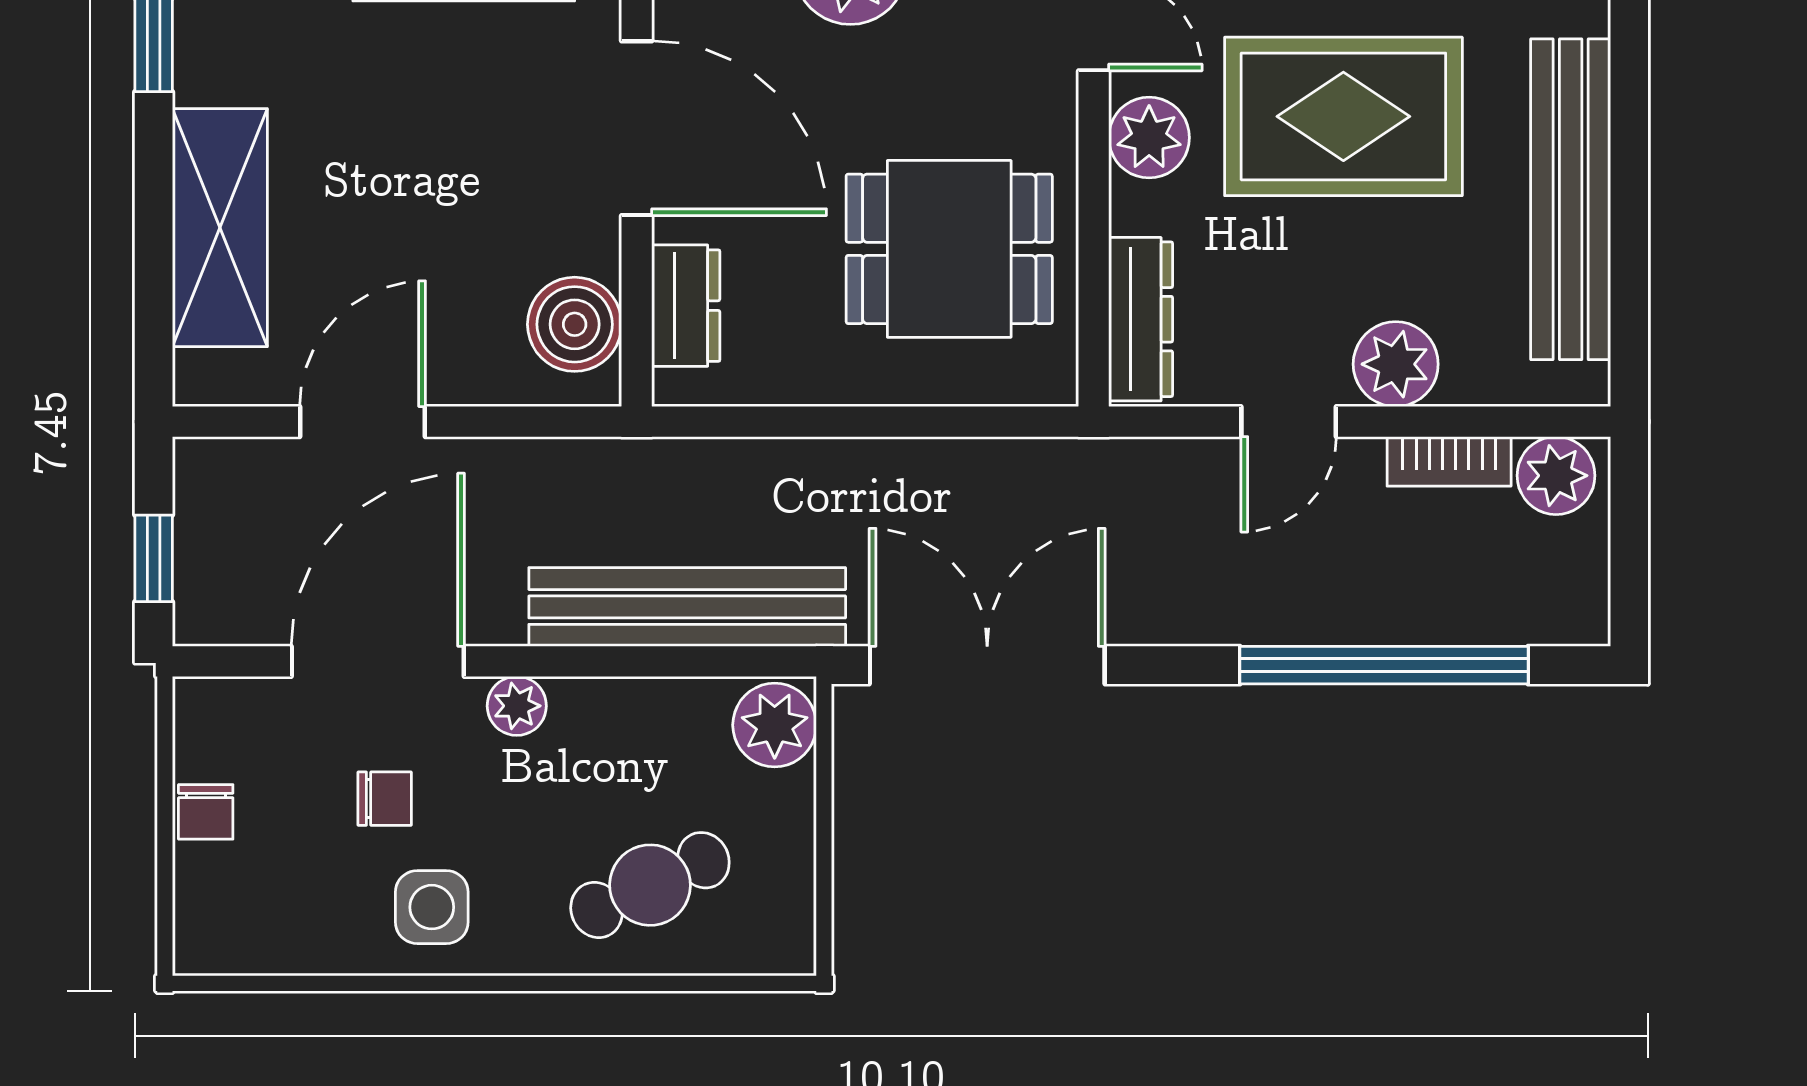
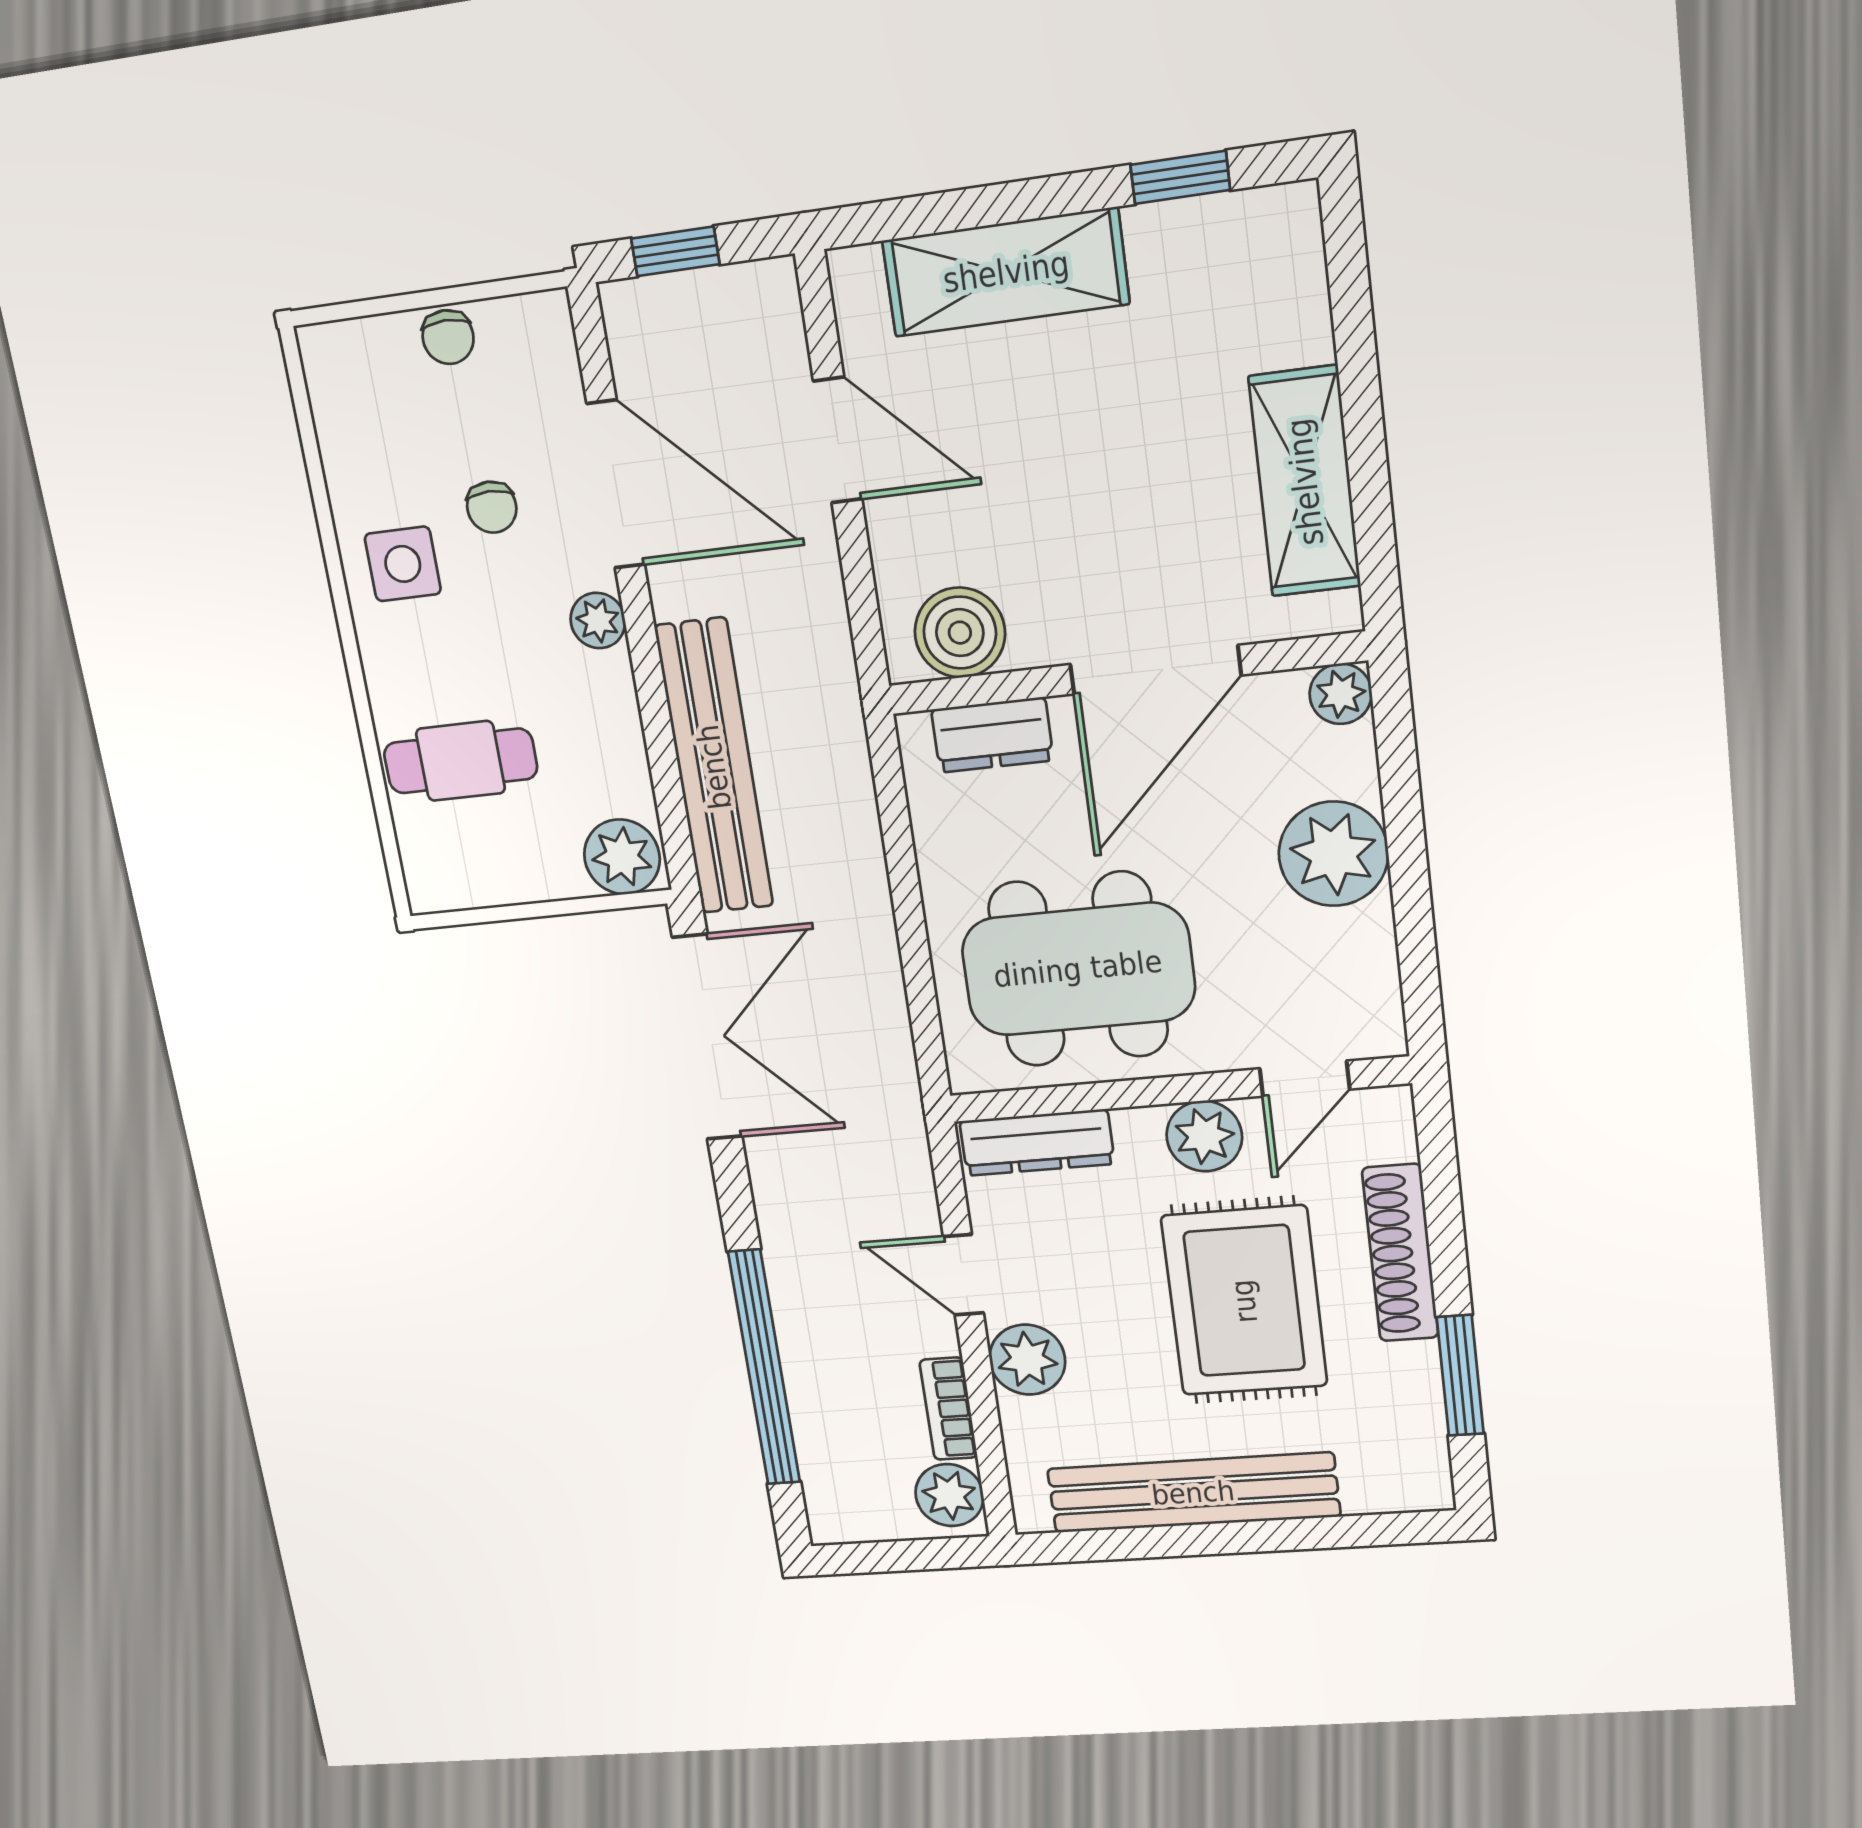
dining table: (949, 249) -> (1078, 969), width x1.38
chair: (206, 812) -> (448, 337), turned -90
cafe table: (650, 885) -> (460, 761), turned -65

